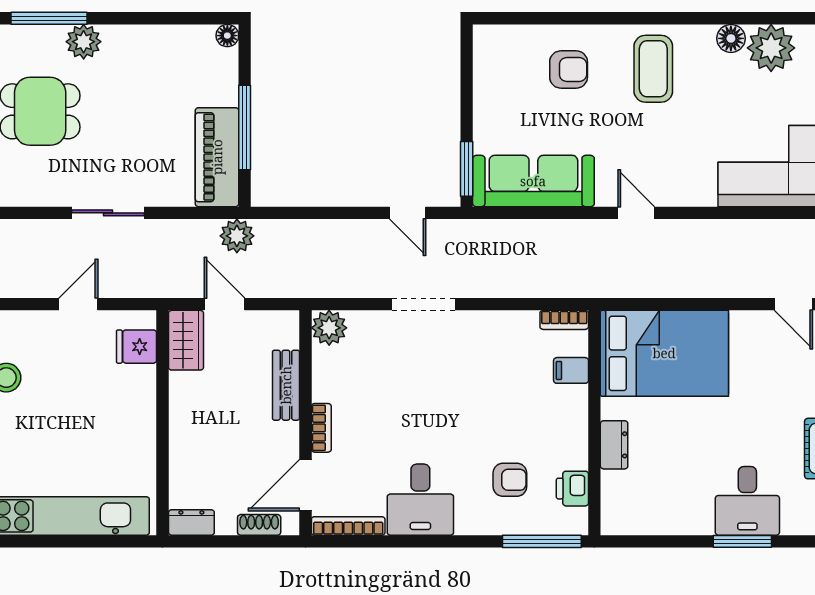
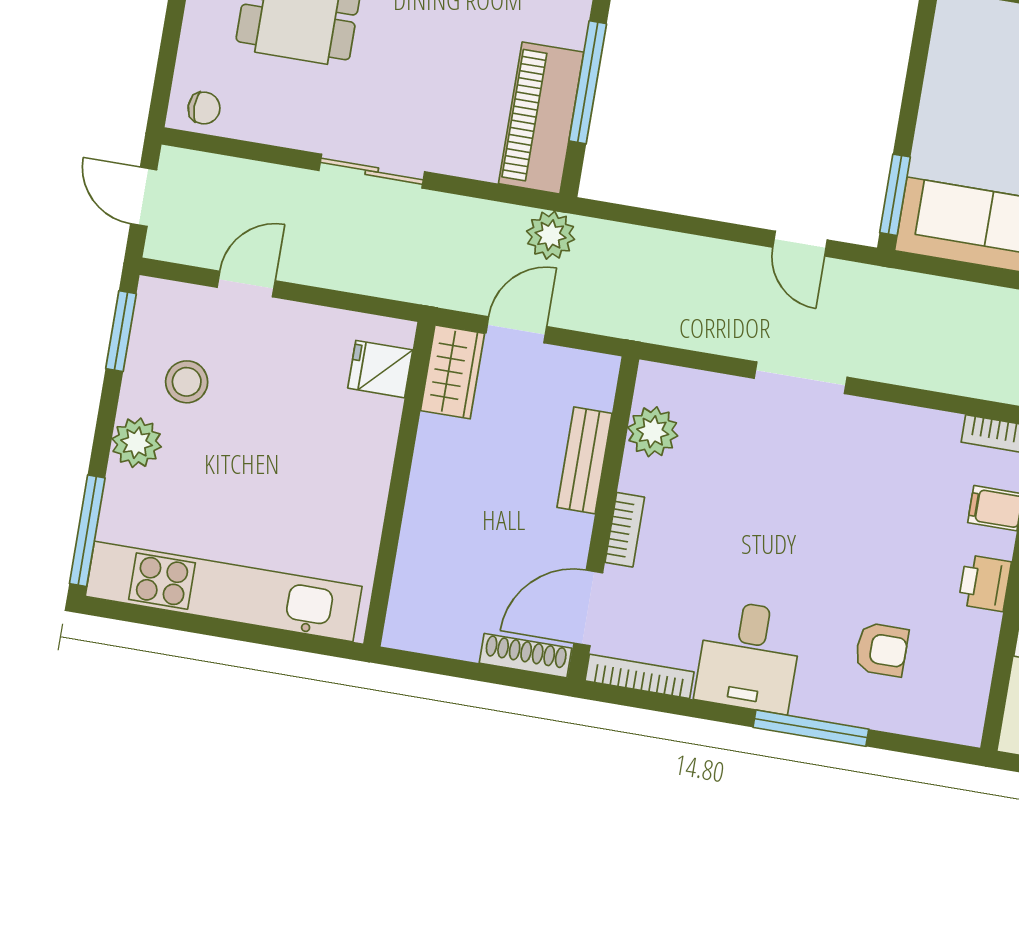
door: (78, 304) -> (246, 284), moved
door: (225, 304) -> (516, 330), hinge flipped
plant: (329, 328) -> (653, 432), moved
printer: (572, 489) -> (985, 583), moved
dresser: (191, 522) -> (416, 634), removed
shoe rack: (259, 525) -> (525, 656), width x1.43
window: (542, 541) -> (811, 728), moved

